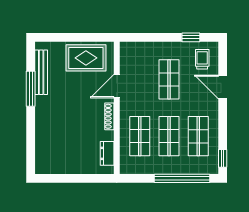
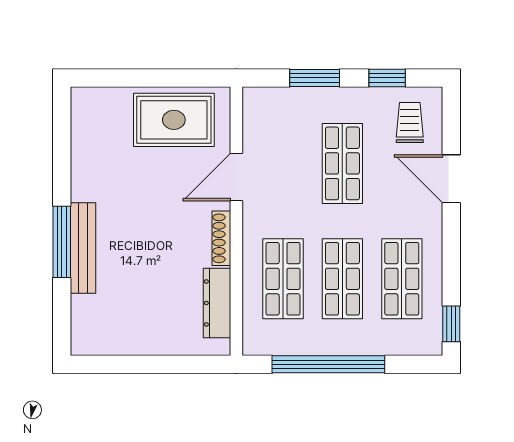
window: (155, 37) -> (315, 78), added
bench: (41, 72) -> (83, 248), moved
window: (31, 89) -> (62, 242), moved
dresser: (107, 153) -> (217, 303), width x1.44
window: (182, 178) -> (328, 364), moved

